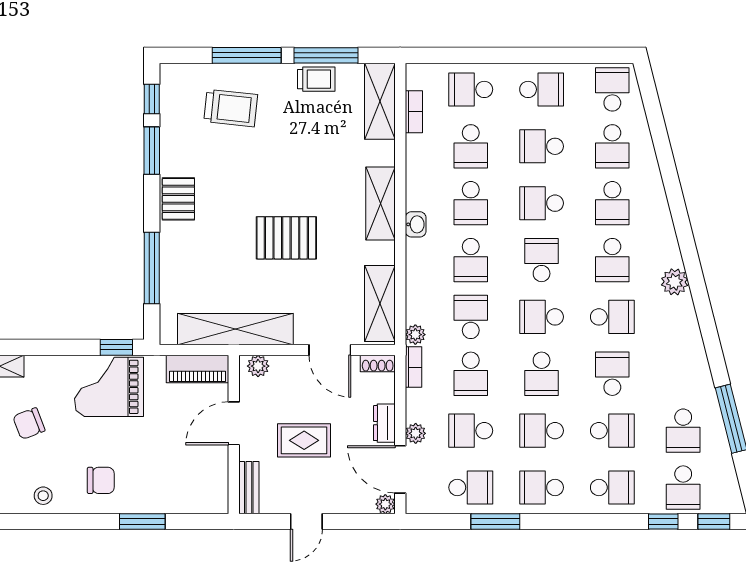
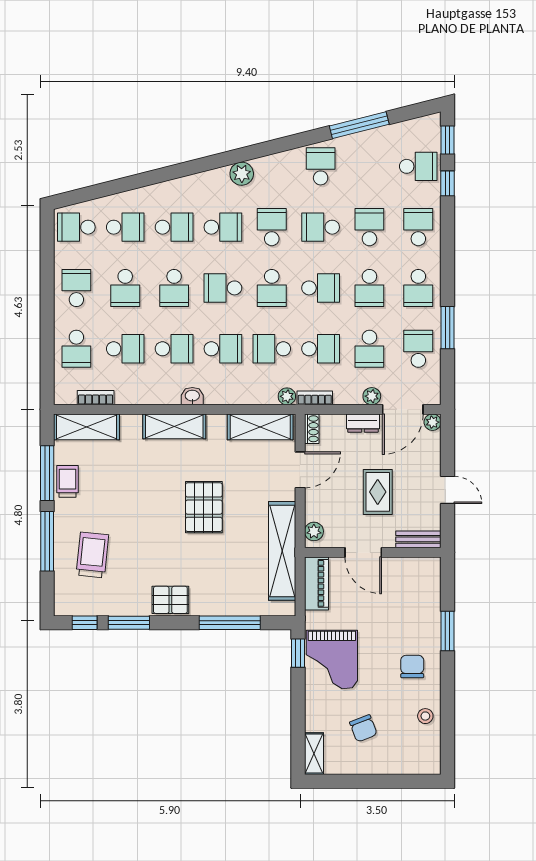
school desk: (683, 431) -> (321, 166), moved, turned -90

